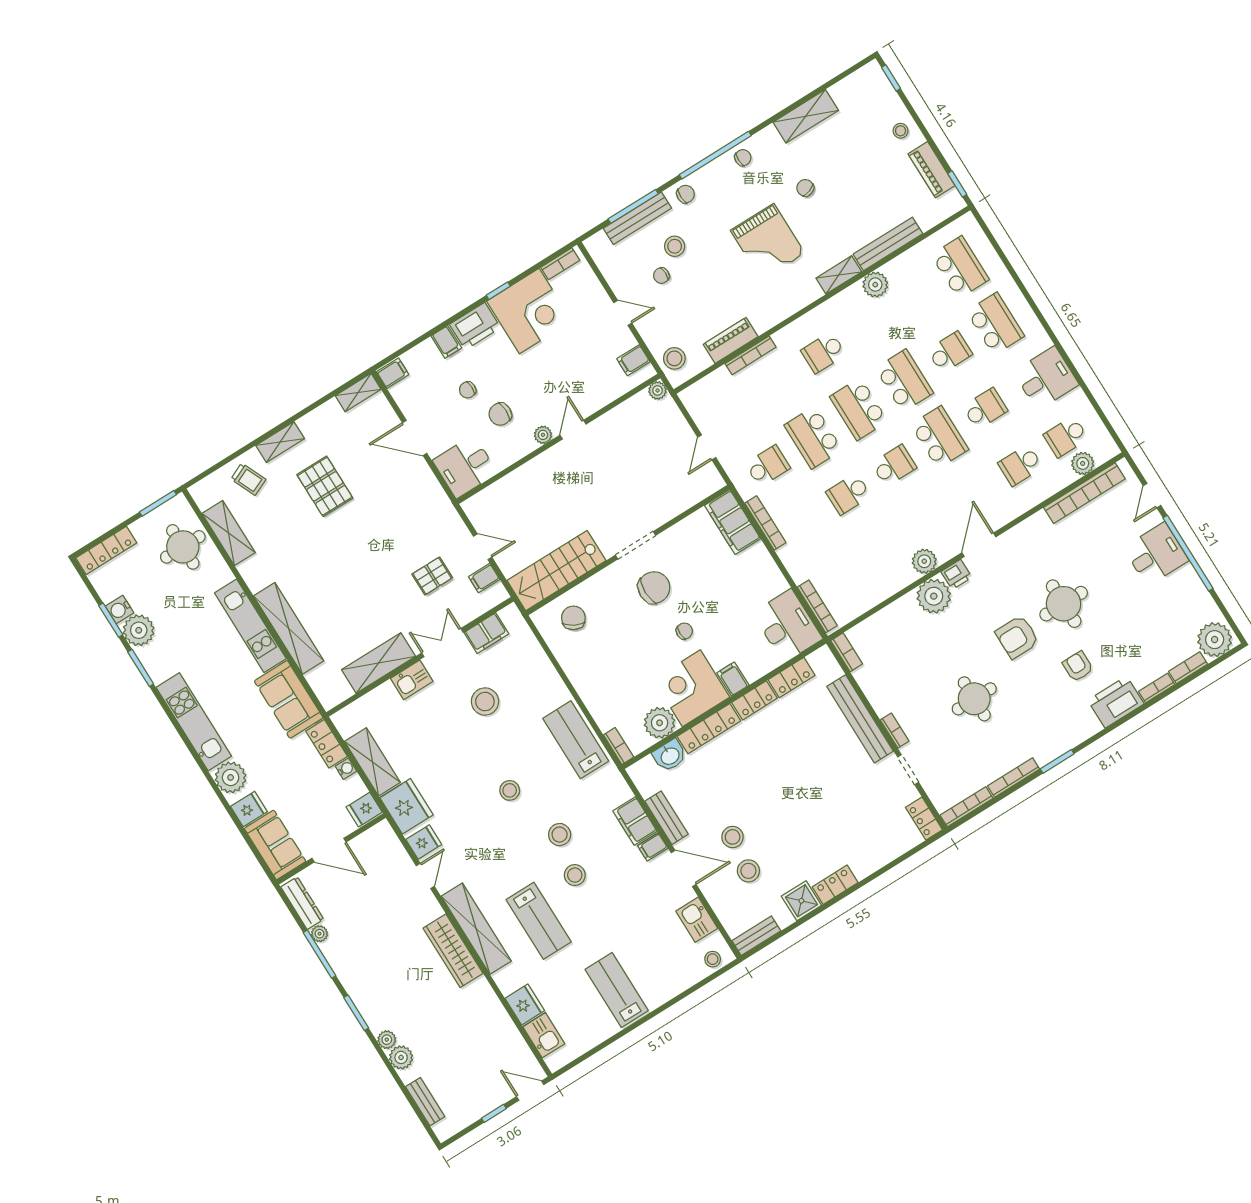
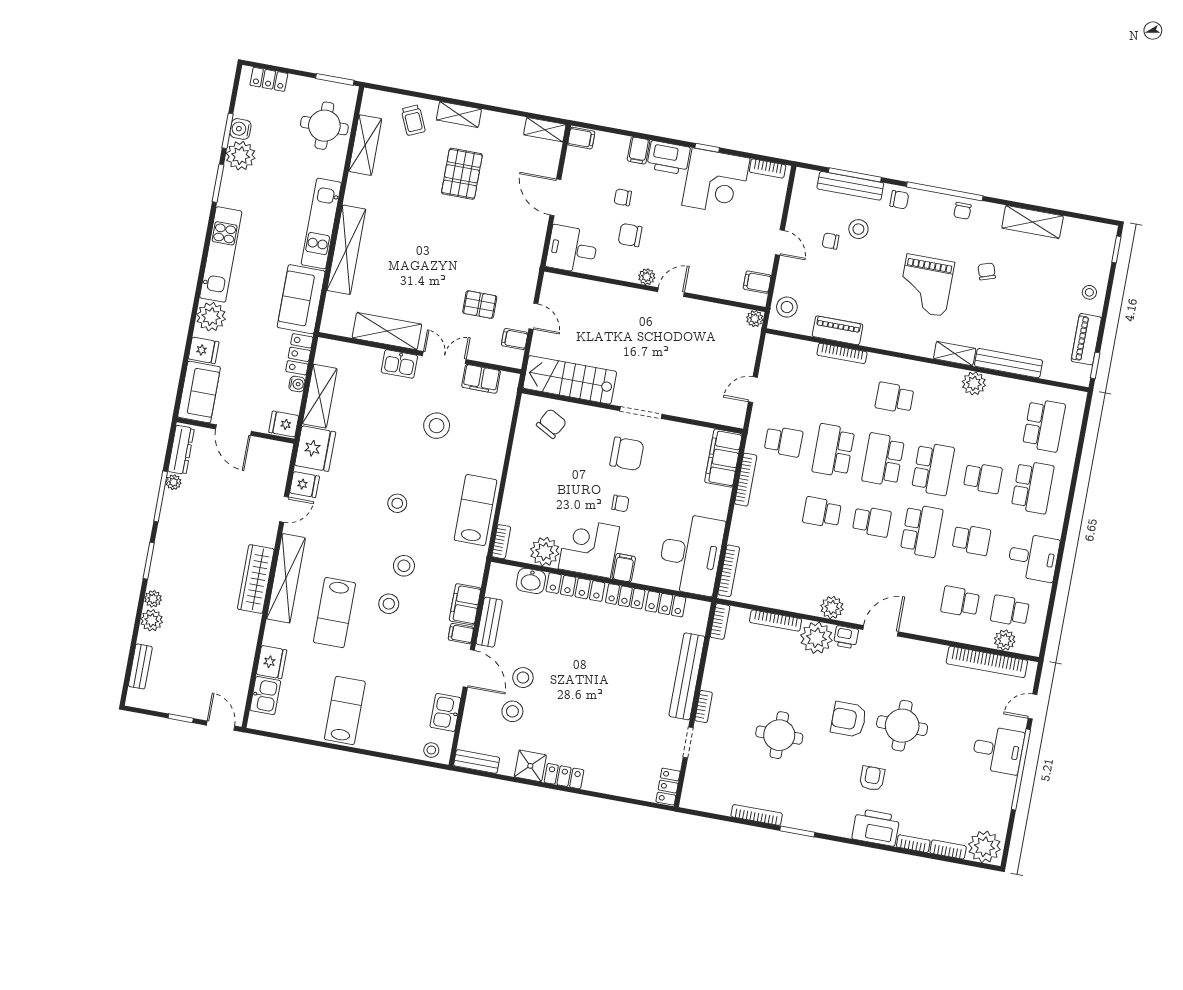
chair: (743, 158) -> (962, 211), turned 90
locker: (106, 550) -> (269, 79), width x0.66
desk: (787, 626) -> (691, 554), width x1.36, depth x1.30
bookcase: (967, 807) -> (776, 621), moved, turned 180

